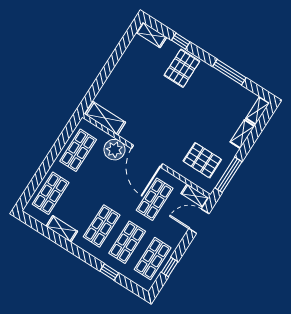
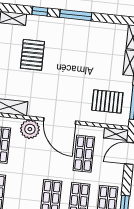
pallet: (182, 68) -> (32, 55), moved
window: (229, 72) -> (76, 15), moved

